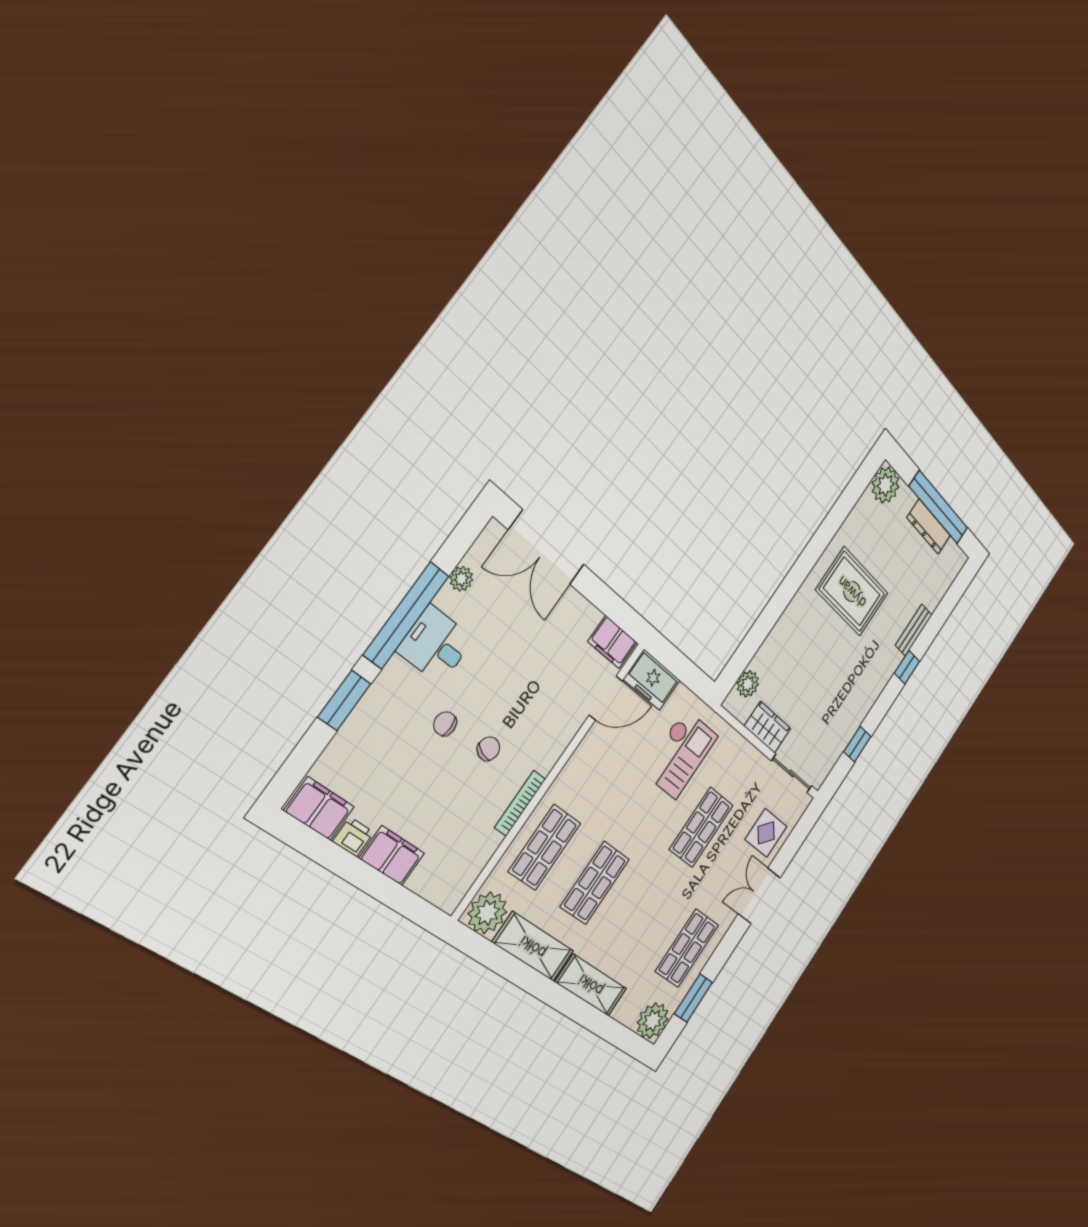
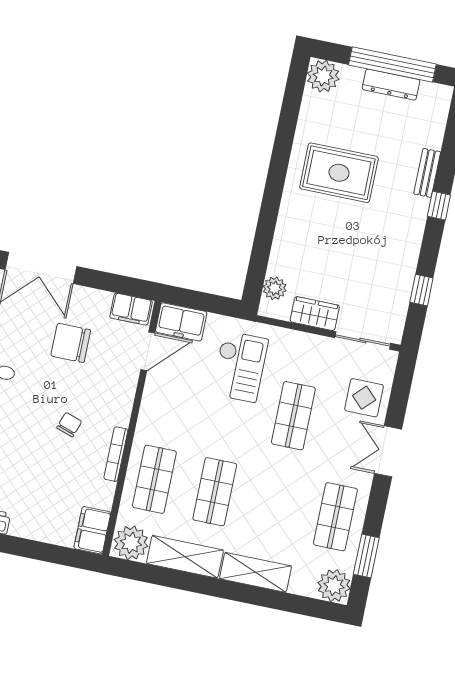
chair: (445, 724) -> (71, 343), moved, width x1.87, depth x1.87
filing cabinet: (392, 856) -> (92, 530), moved, turned -90

